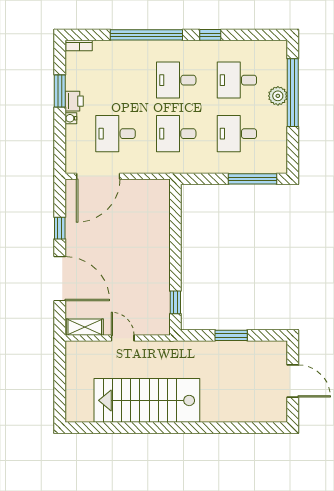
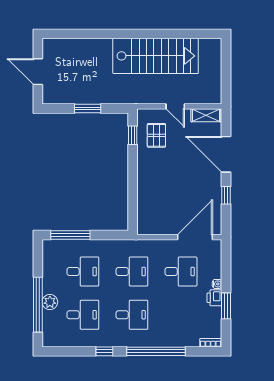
pallet: (146, 302) -> (156, 135), added

